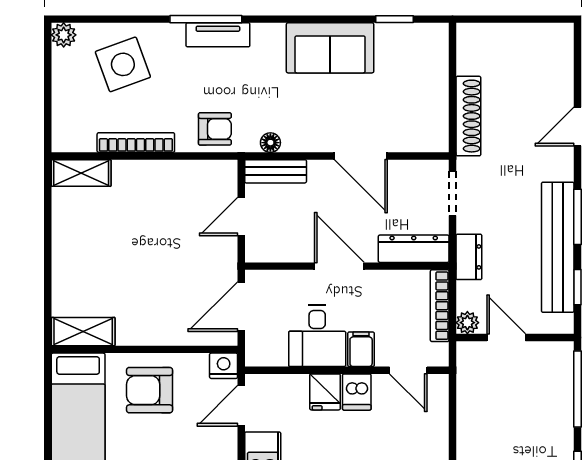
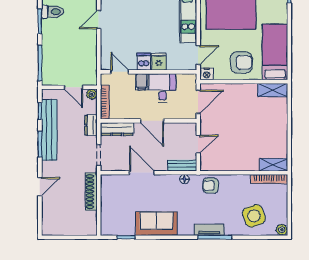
bookcase: (136, 143) -> (269, 179), moved

